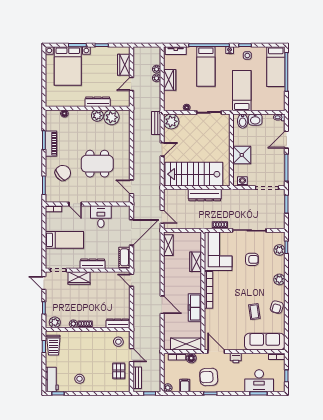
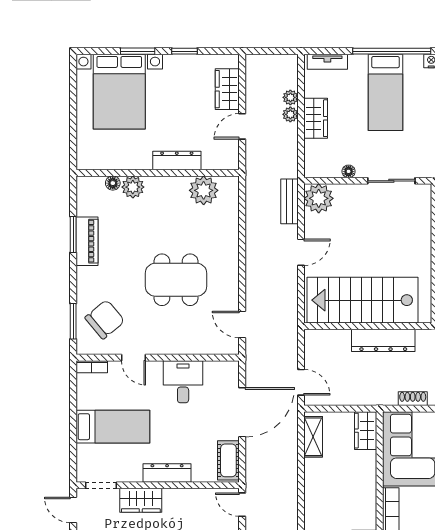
plant: (97, 116) -> (133, 187), moved
chair: (63, 173) -> (105, 319), moved
wardrobe: (196, 262) -> (366, 431), moved

